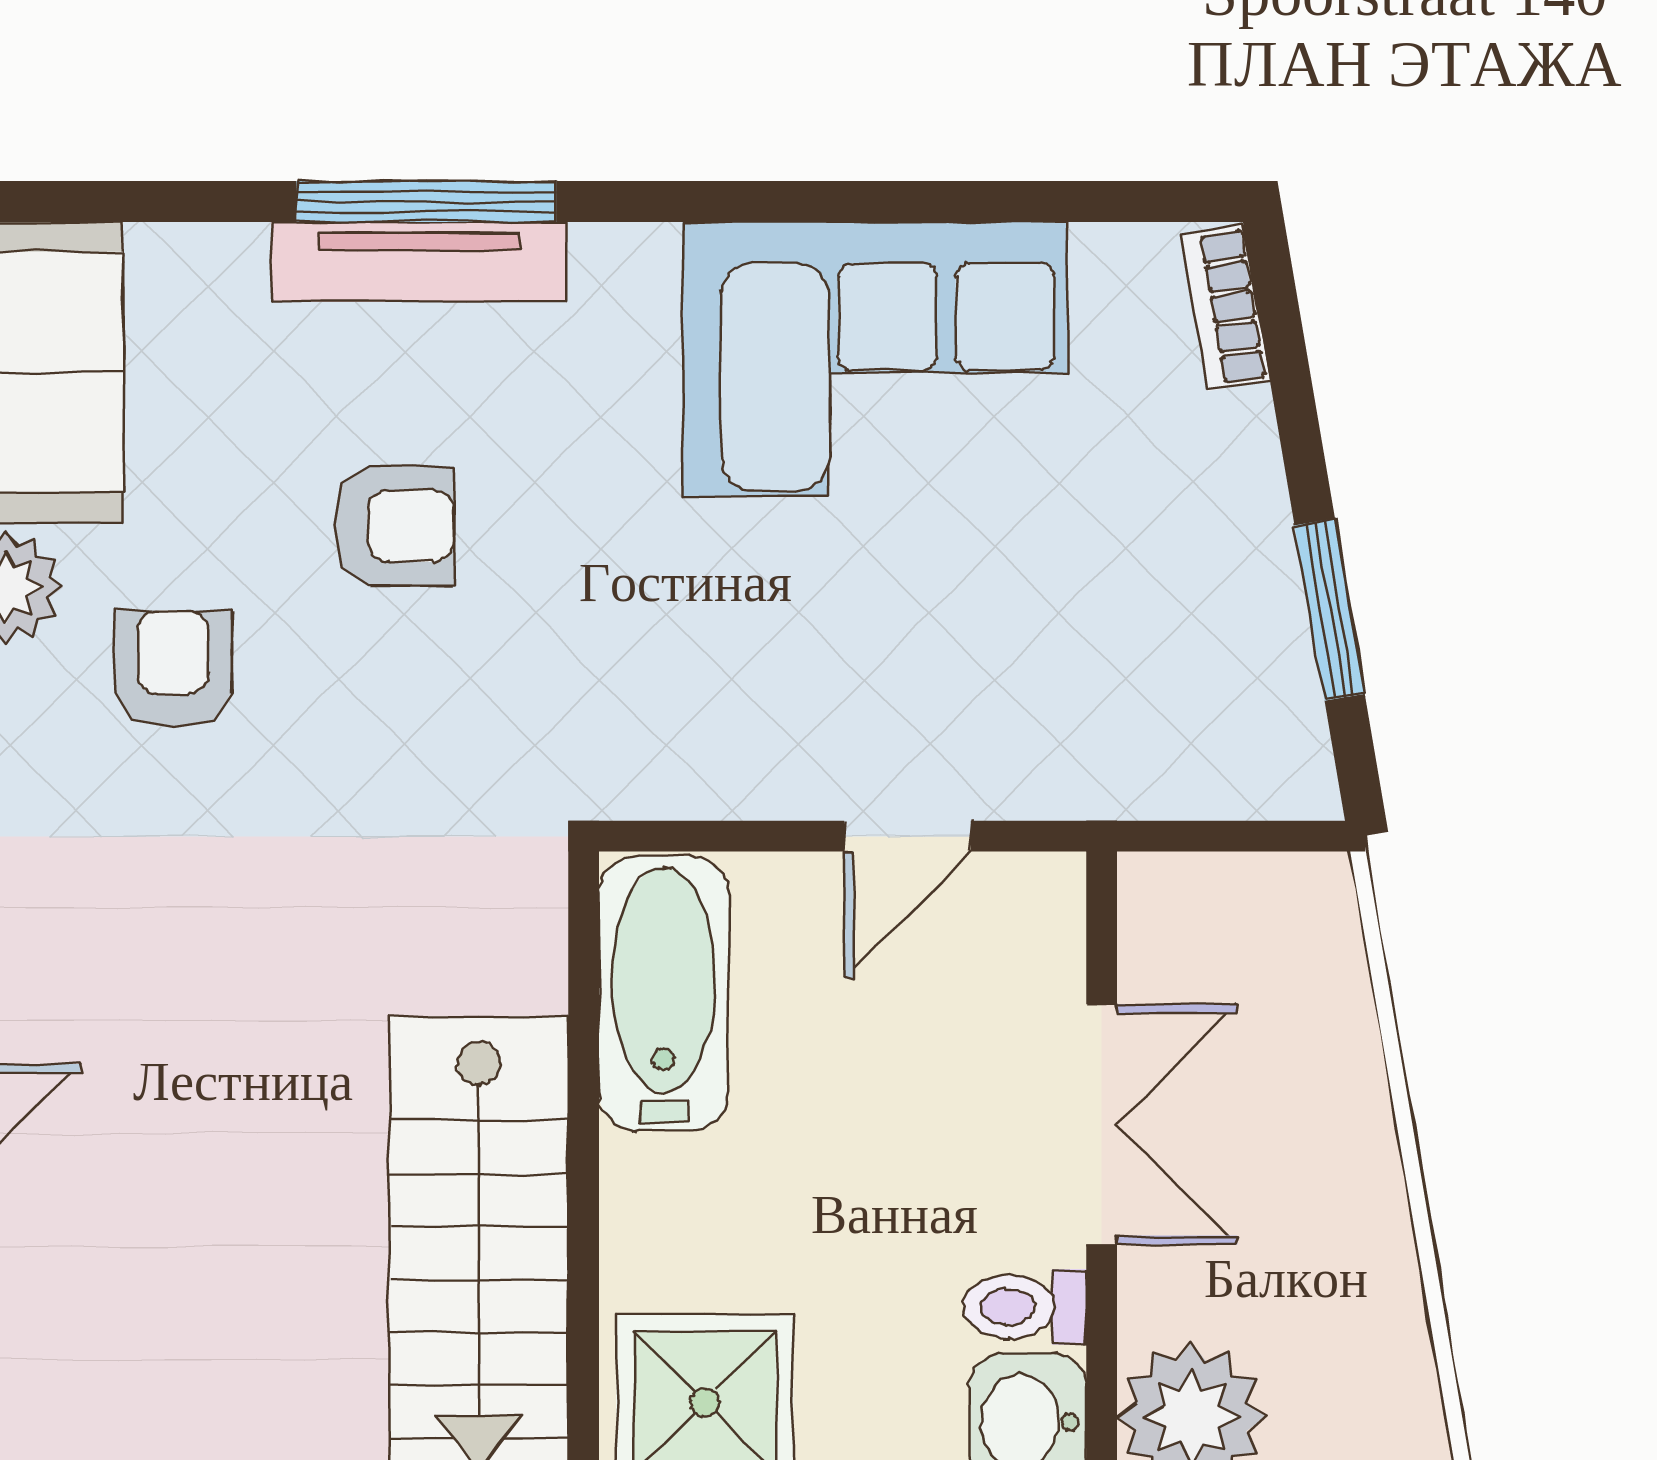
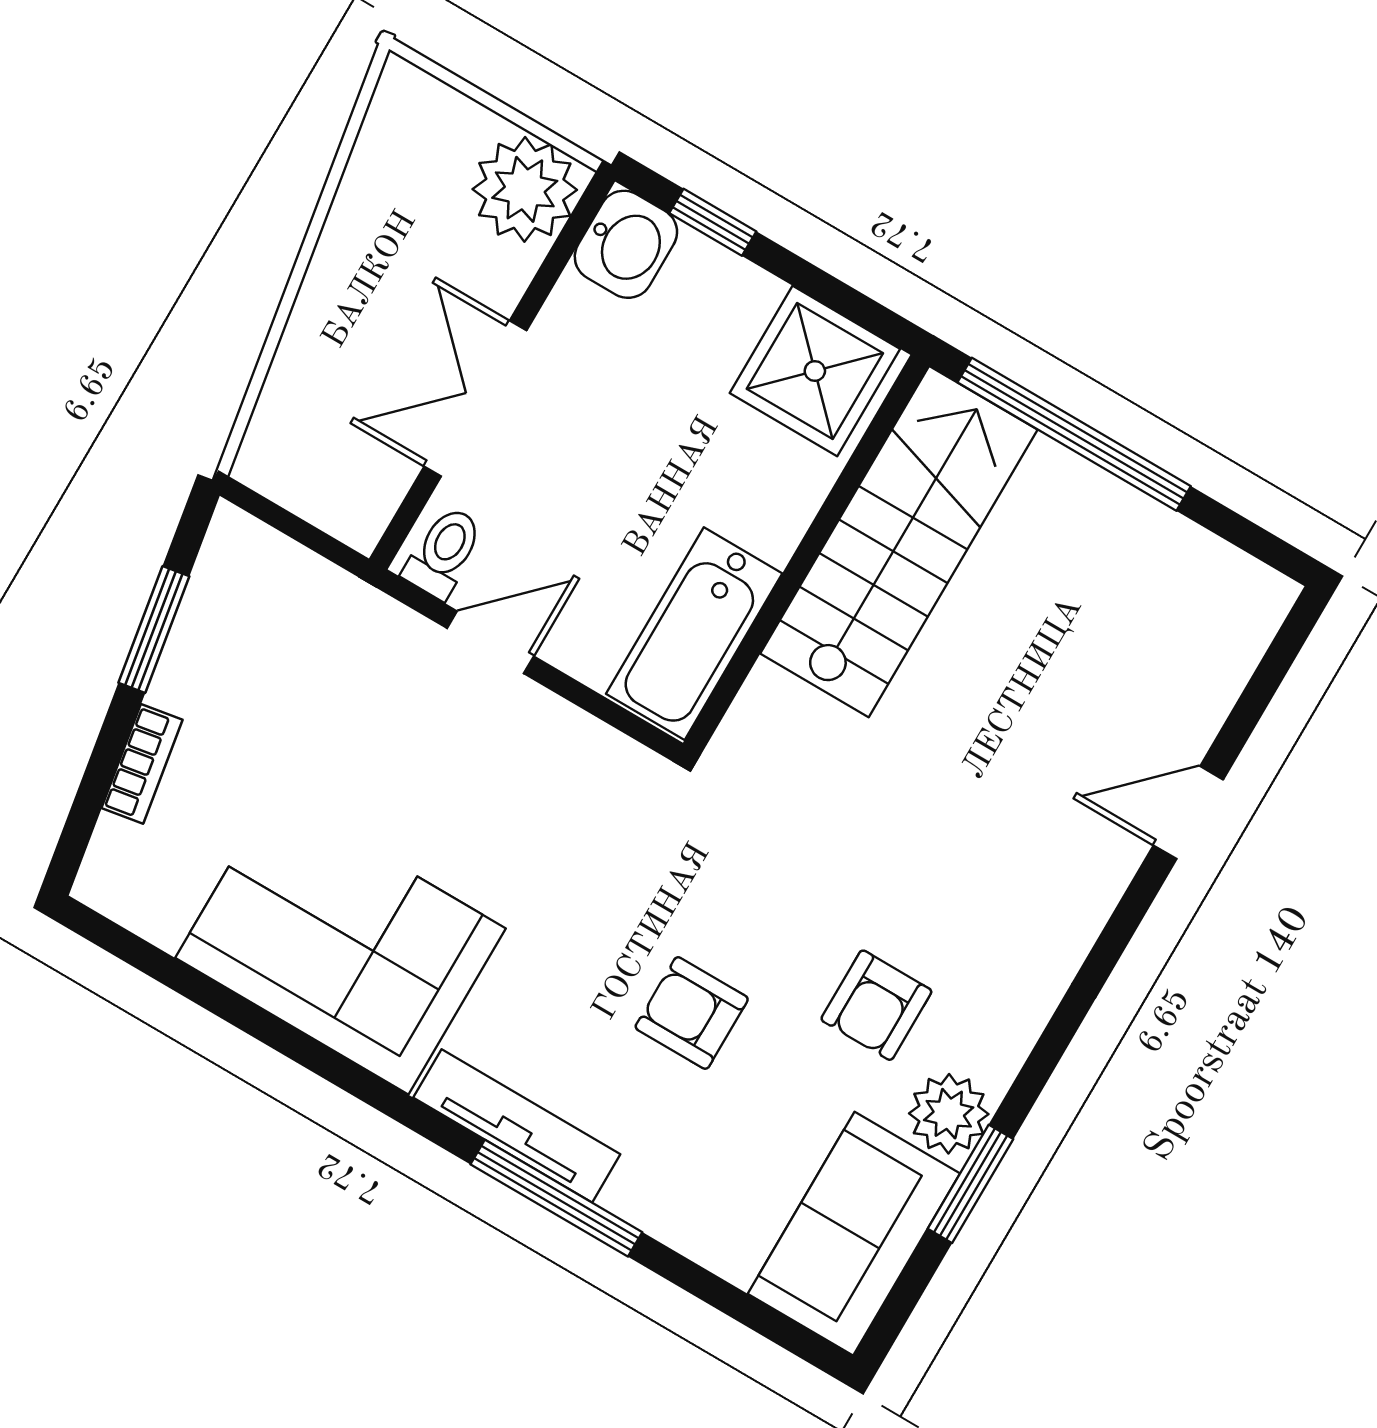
tv unit: (419, 262) -> (517, 1126), moved
bookcase: (1226, 308) -> (142, 764), moved
toilet: (1025, 1307) -> (444, 552), moved, turned -90

